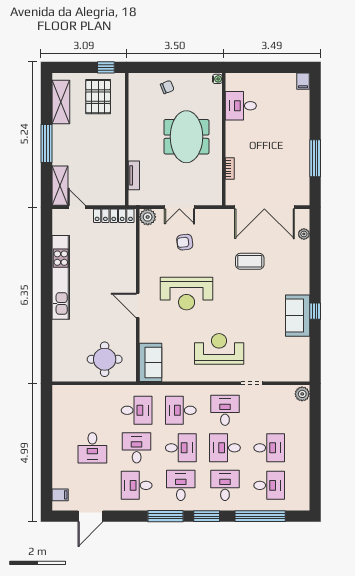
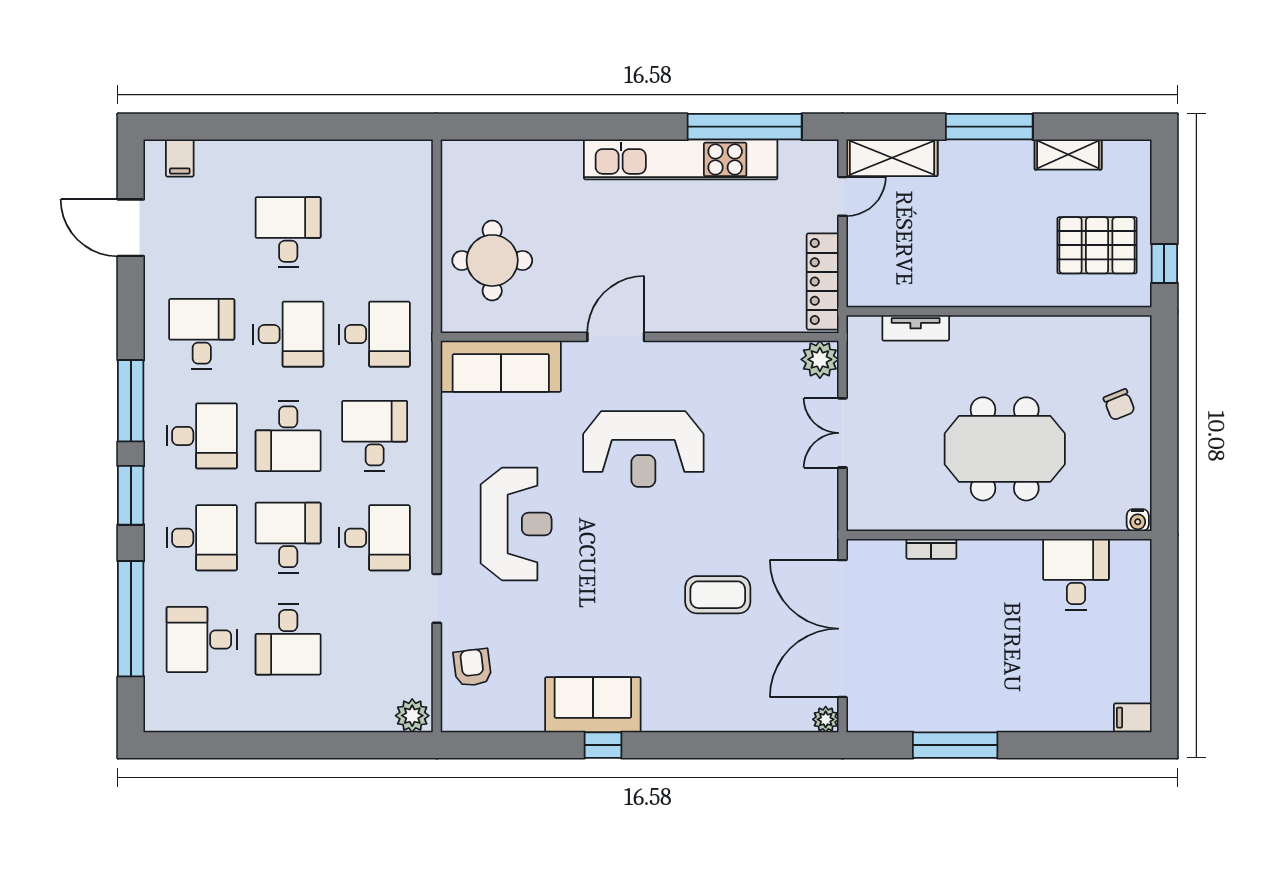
shelving: (61, 102) -> (1068, 155), width x0.67, depth x0.75
plant: (304, 234) -> (826, 719), moved
armchair: (185, 242) -> (472, 667), moved
window: (47, 250) -> (745, 127), added
coffee table: (250, 261) -> (718, 595), turned 90
reception desk: (187, 294) -> (643, 449), turned -90
sofa: (151, 362) -> (501, 366), width x1.36
desk: (137, 410) -> (375, 334), turned -90
desk: (92, 448) -> (288, 232), turned 90
desk: (269, 485) -> (202, 640), turned 90

